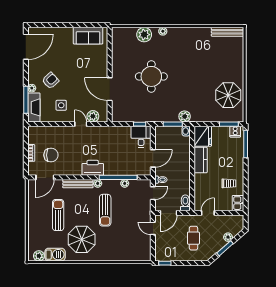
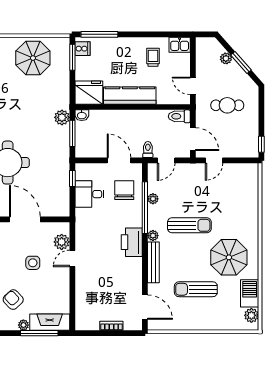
door: (110, 89) -> (25, 219), swing flipped
side table: (61, 105) -> (33, 263), moved
desk: (141, 137) -> (89, 194), moved
chair: (51, 155) -> (124, 190), moved
kitchen counter: (201, 160) -> (130, 96), width x1.50
door: (153, 193) -> (166, 160), swing flipped

